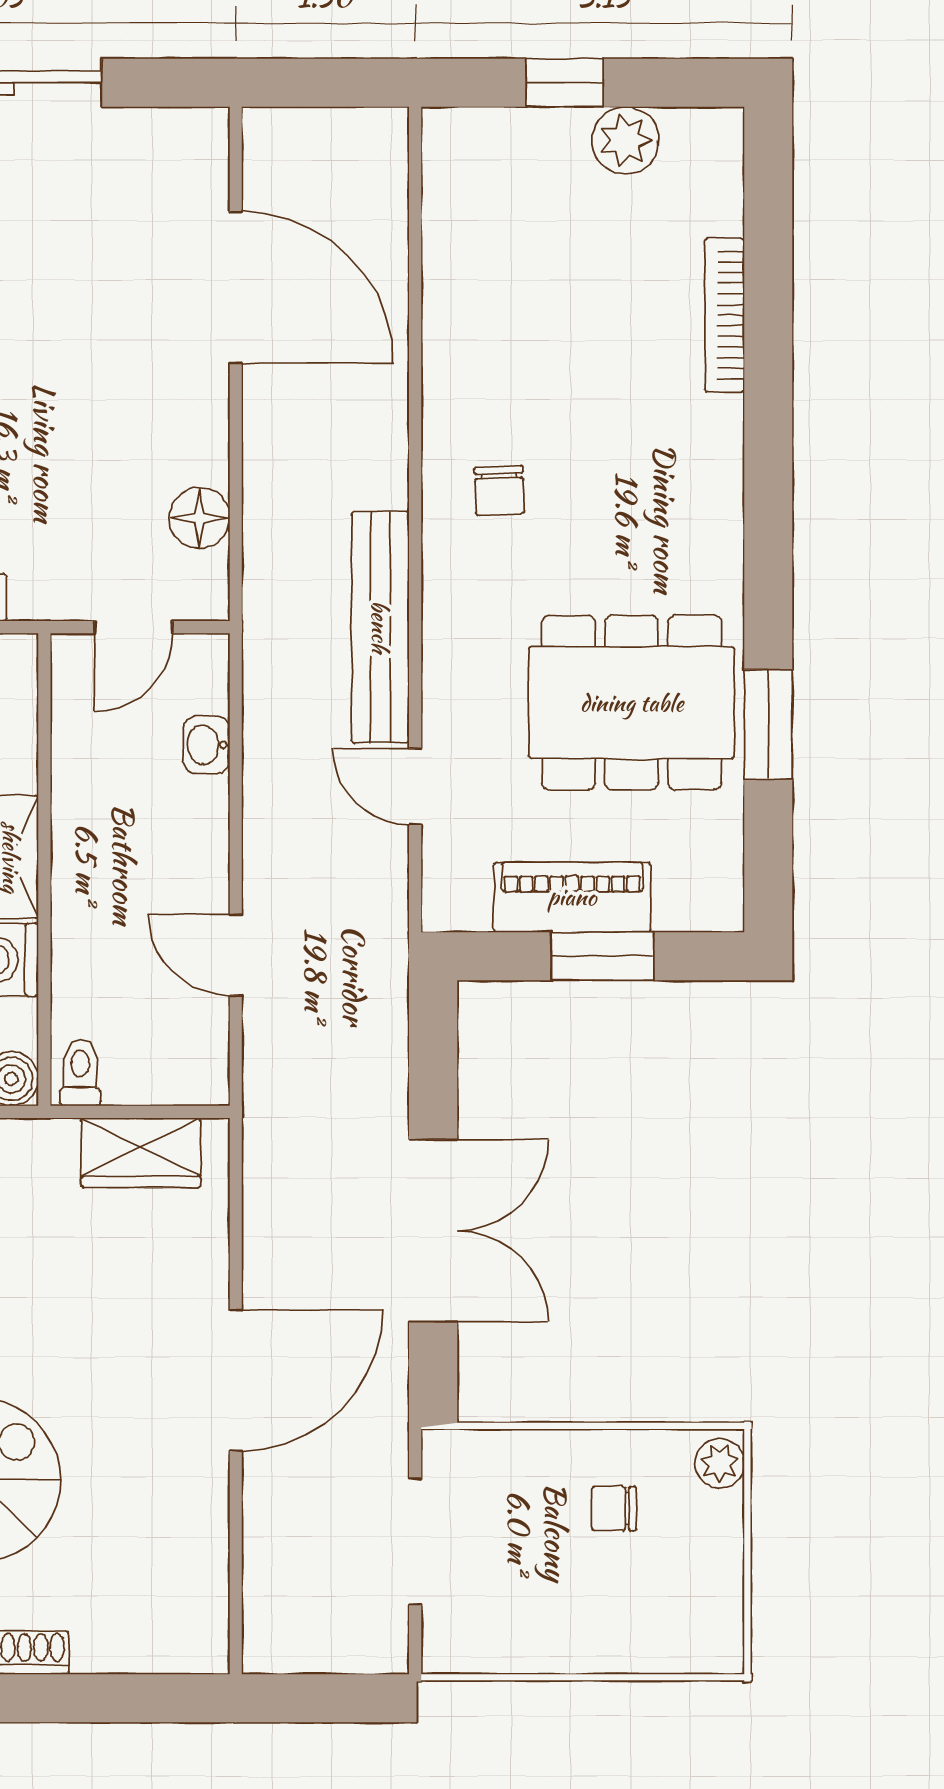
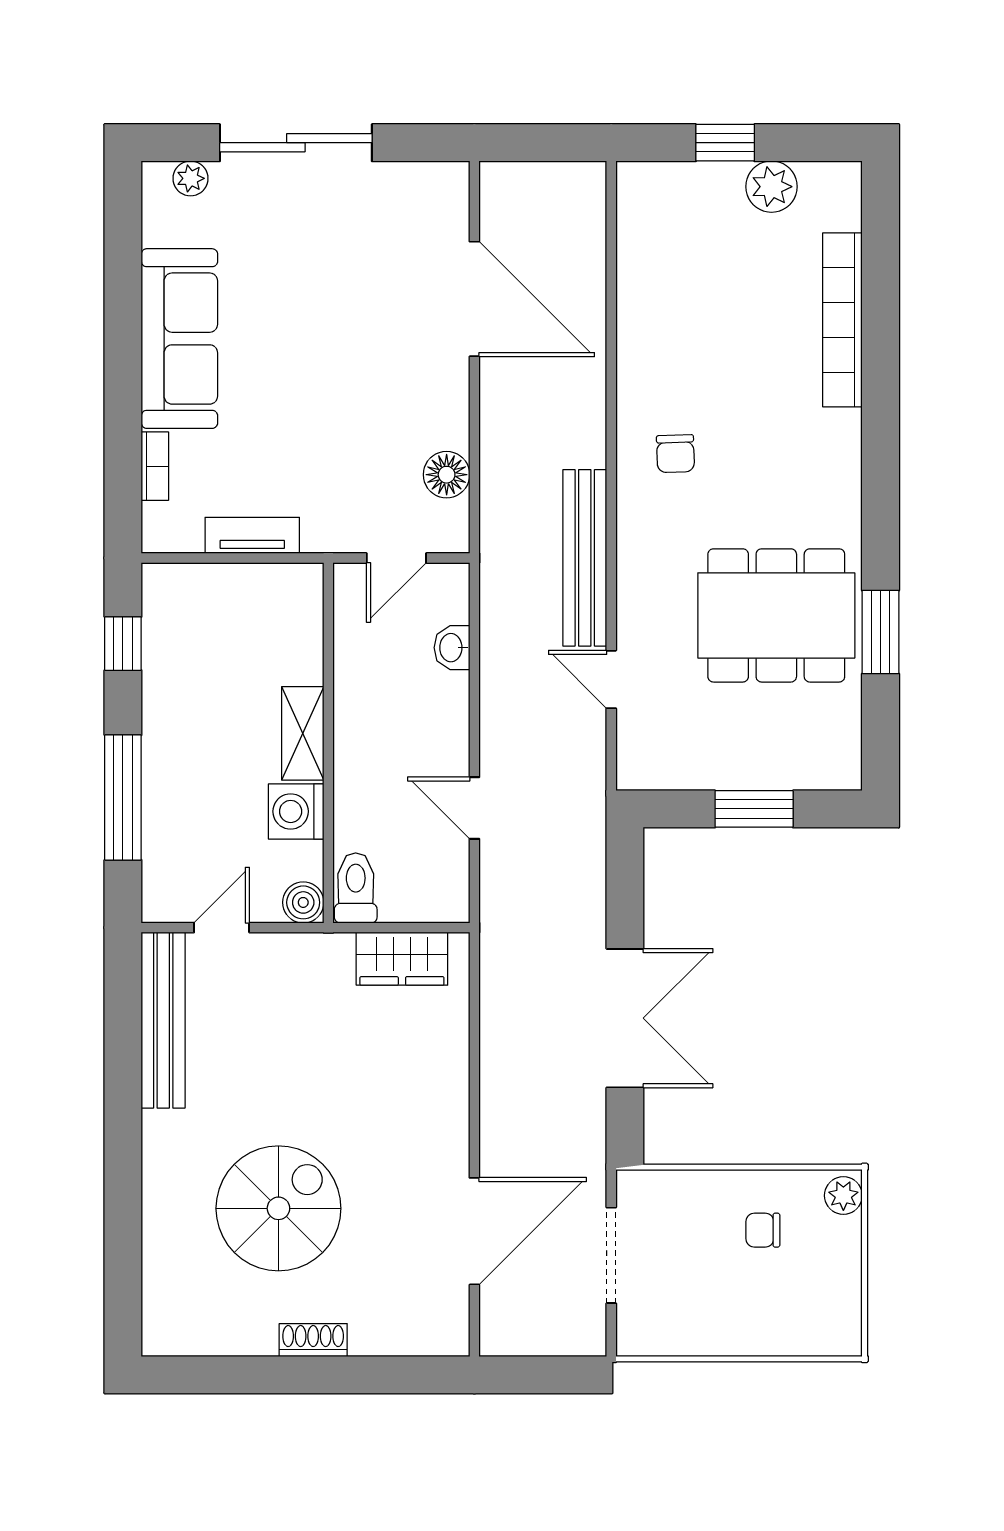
bookcase: (725, 315) -> (842, 320), width x1.48, depth x1.31
piano: (572, 897) -> (731, 764), removed
toilet: (80, 1073) -> (356, 888), width x1.37, depth x1.39
door: (236, 1380) -> (474, 1231), moved

